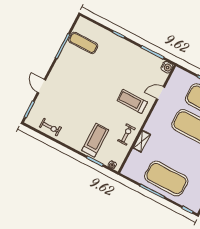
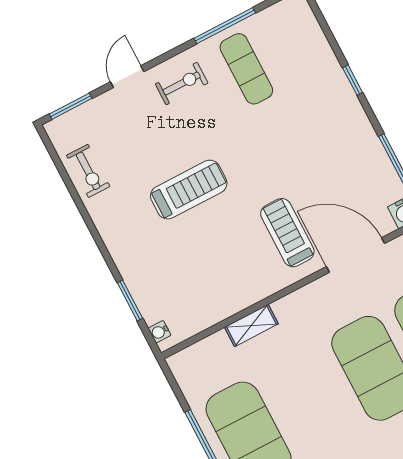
exercise mat: (83, 43) -> (246, 69), moved
door: (161, 93) -> (355, 255), width x1.88
exercise bike: (126, 135) -> (182, 84), moved
treadmill: (95, 140) -> (189, 190), moved

